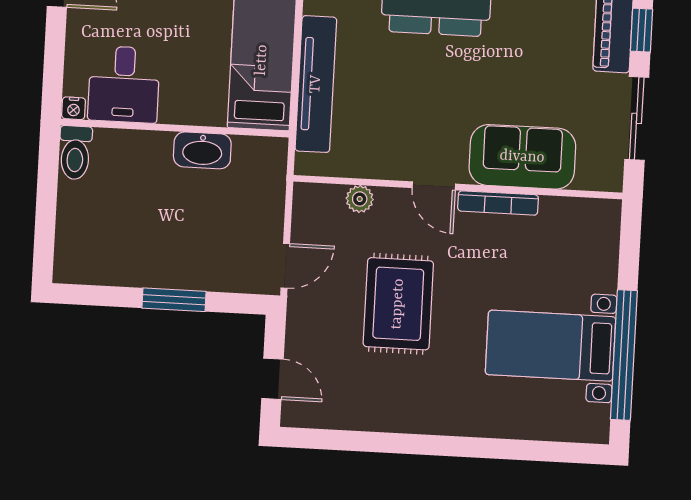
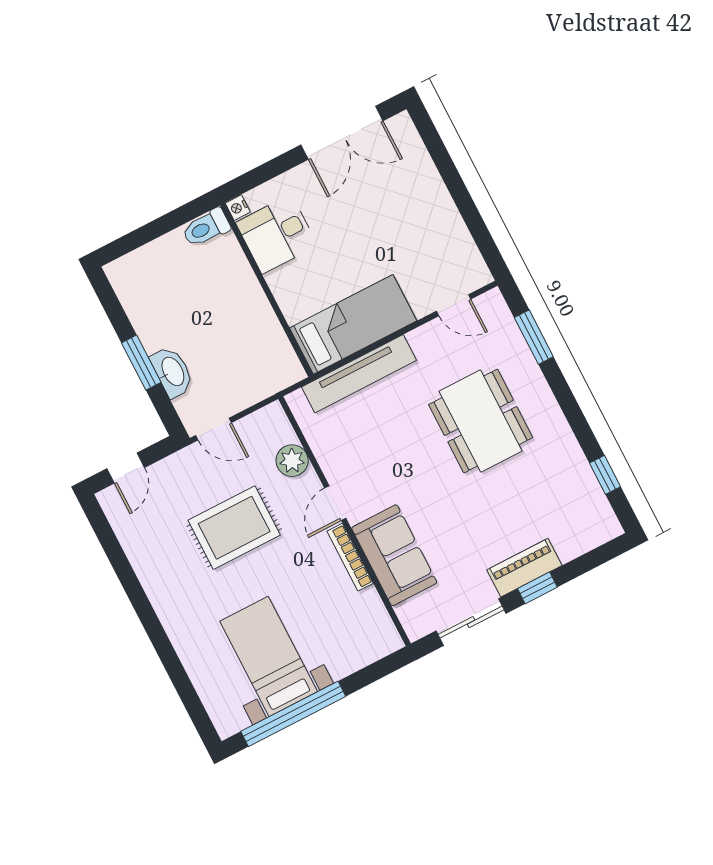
washbasin: (202, 150) -> (172, 372), moved, turned 180
plant: (360, 199) -> (292, 461), width x1.38, depth x1.38

